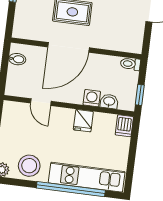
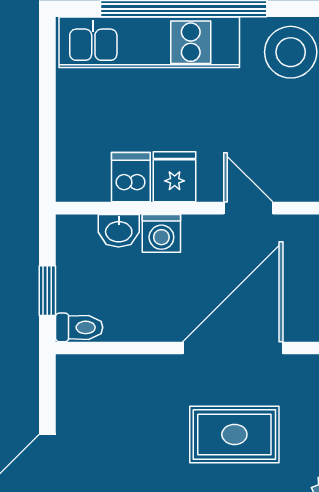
window: (140, 95) -> (47, 291), moved
door: (41, 102) -> (248, 208), moved
dishwasher: (124, 126) -> (131, 177), moved

